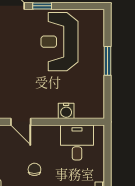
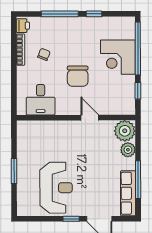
water cooler: (66, 111) -> (50, 127), removed
chair: (34, 169) -> (78, 76), width x1.87, depth x1.87

